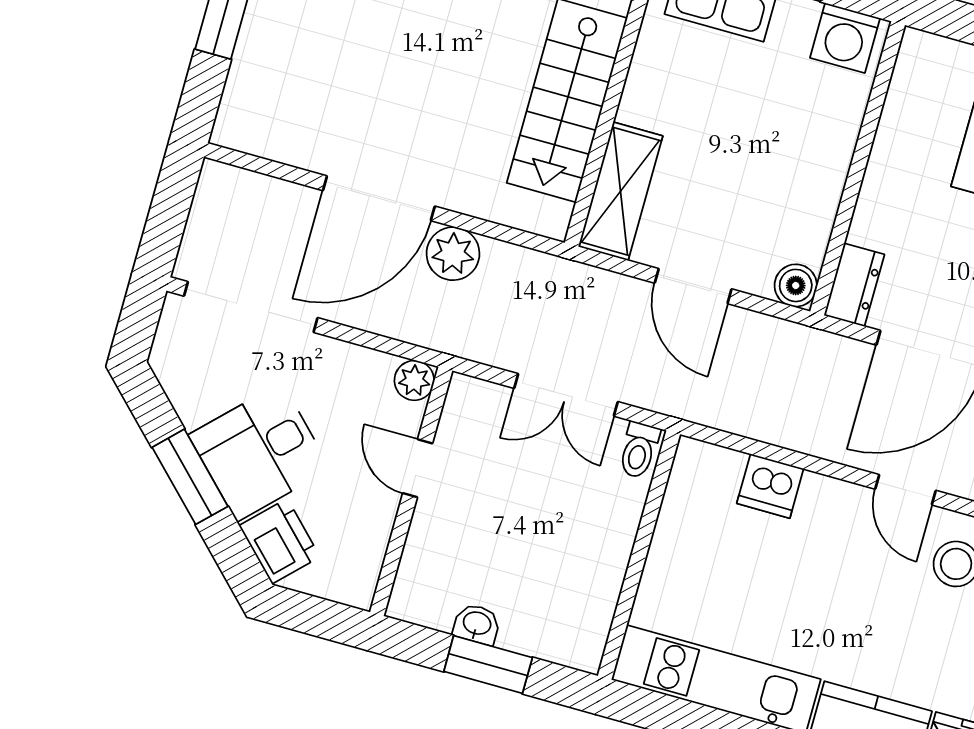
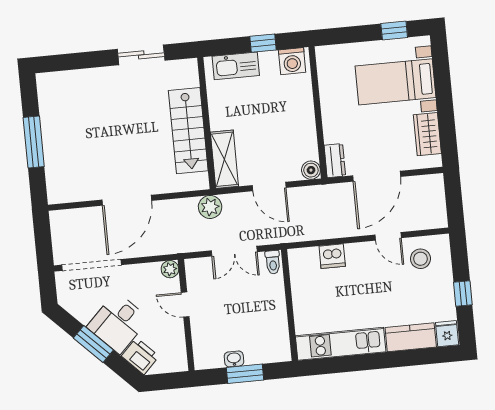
plant: (453, 254) -> (210, 207), moved

